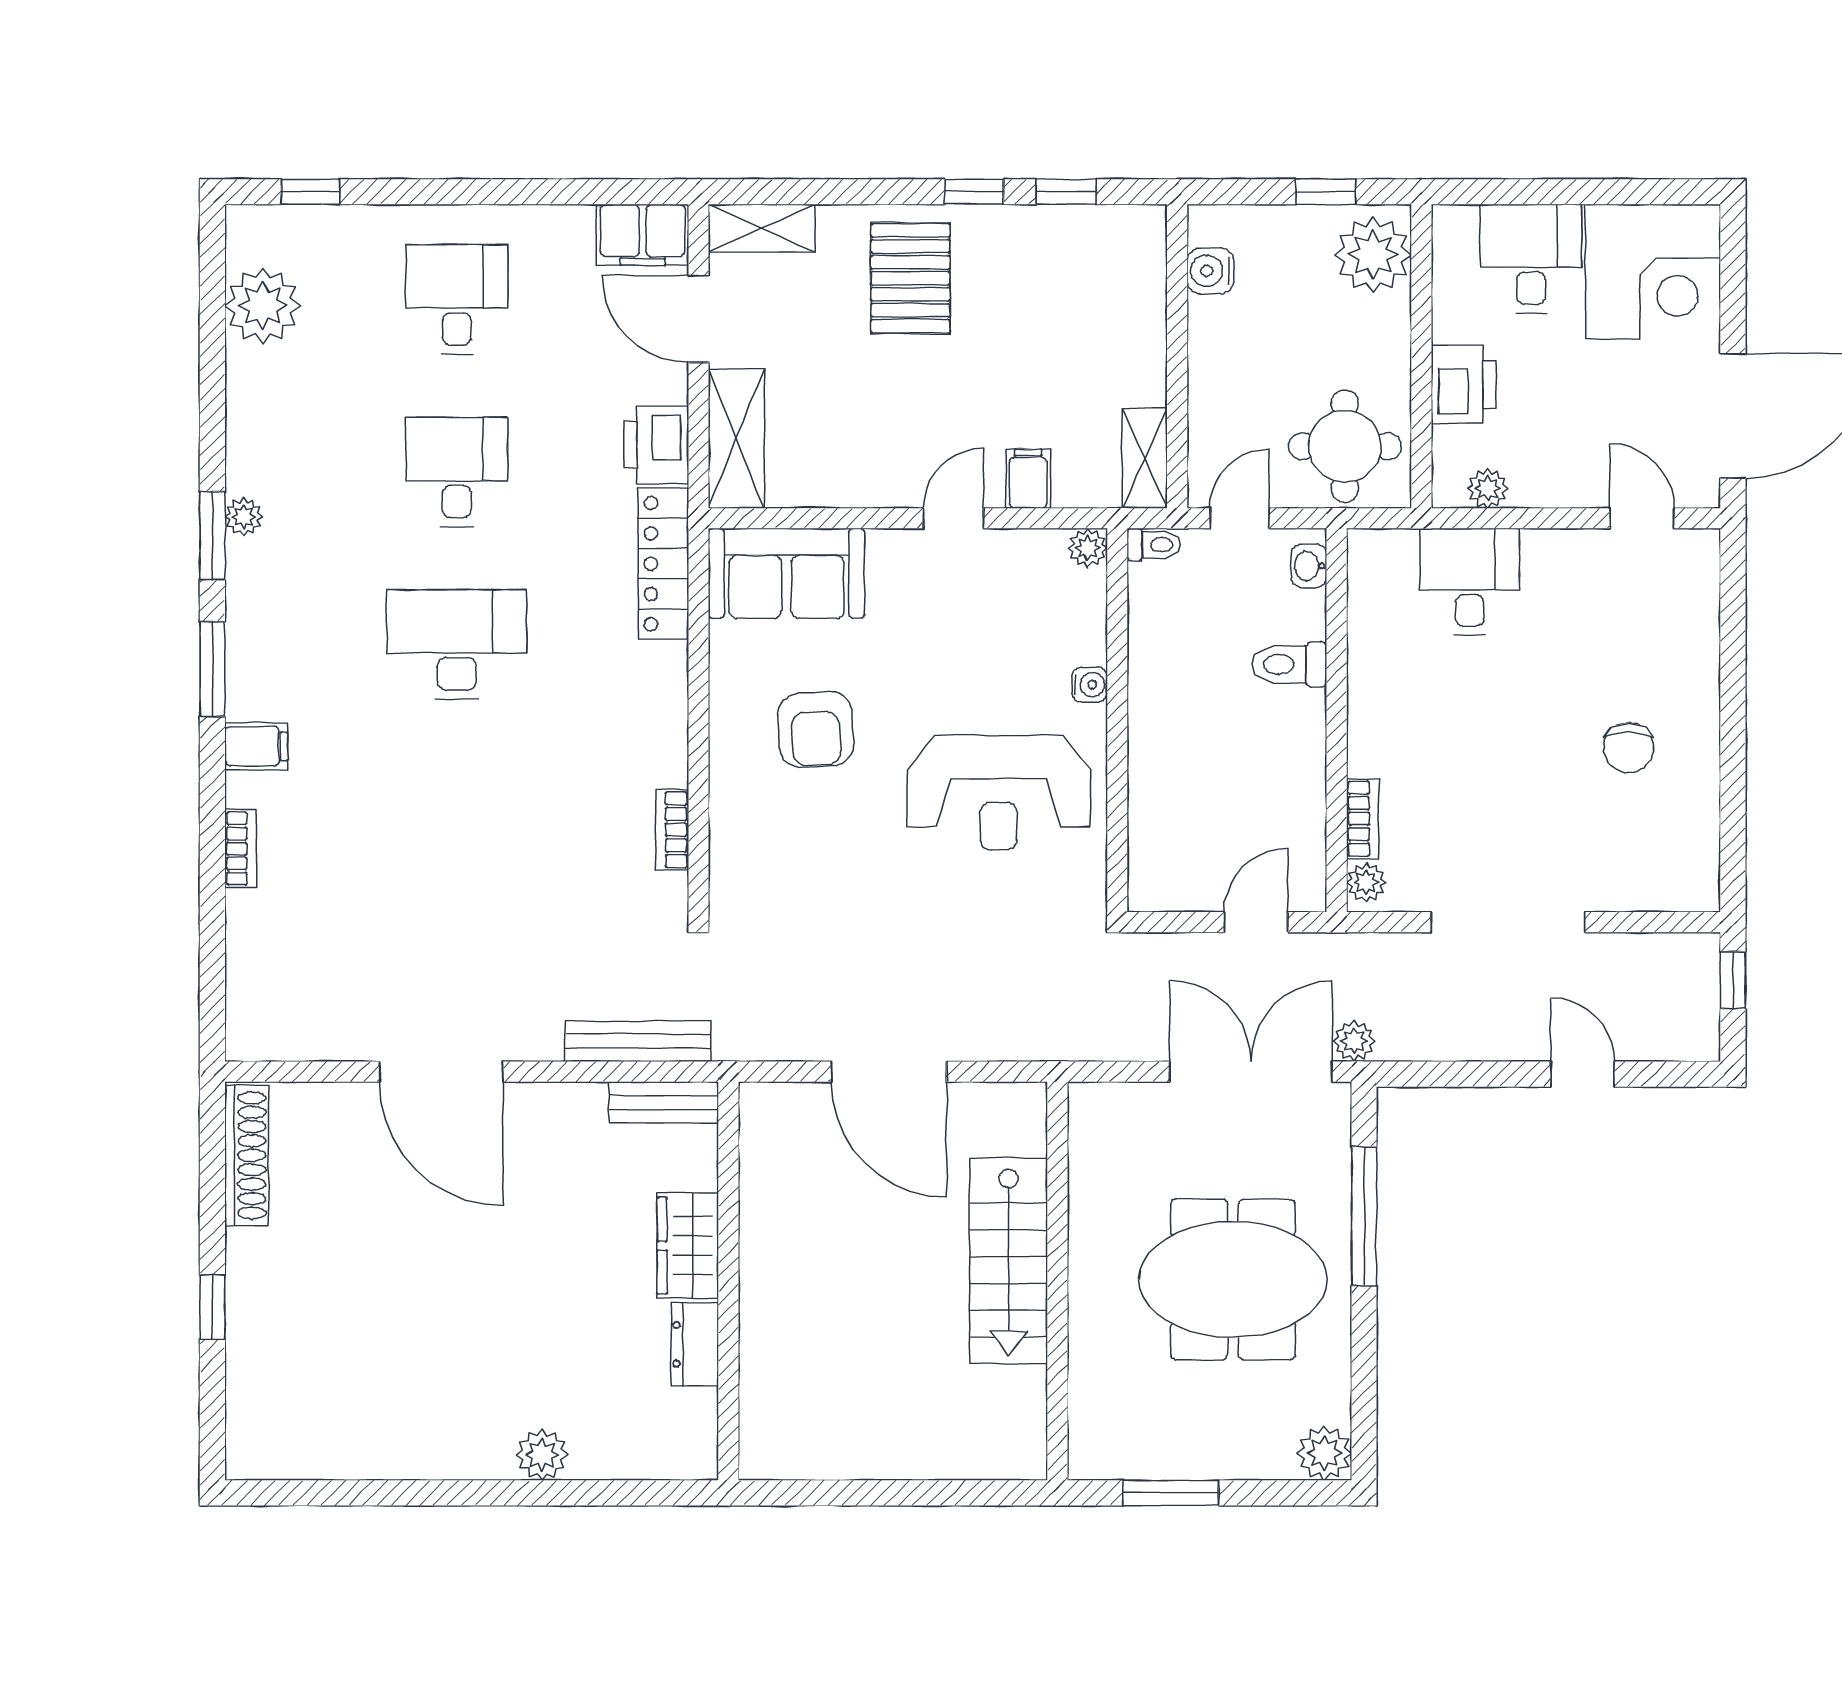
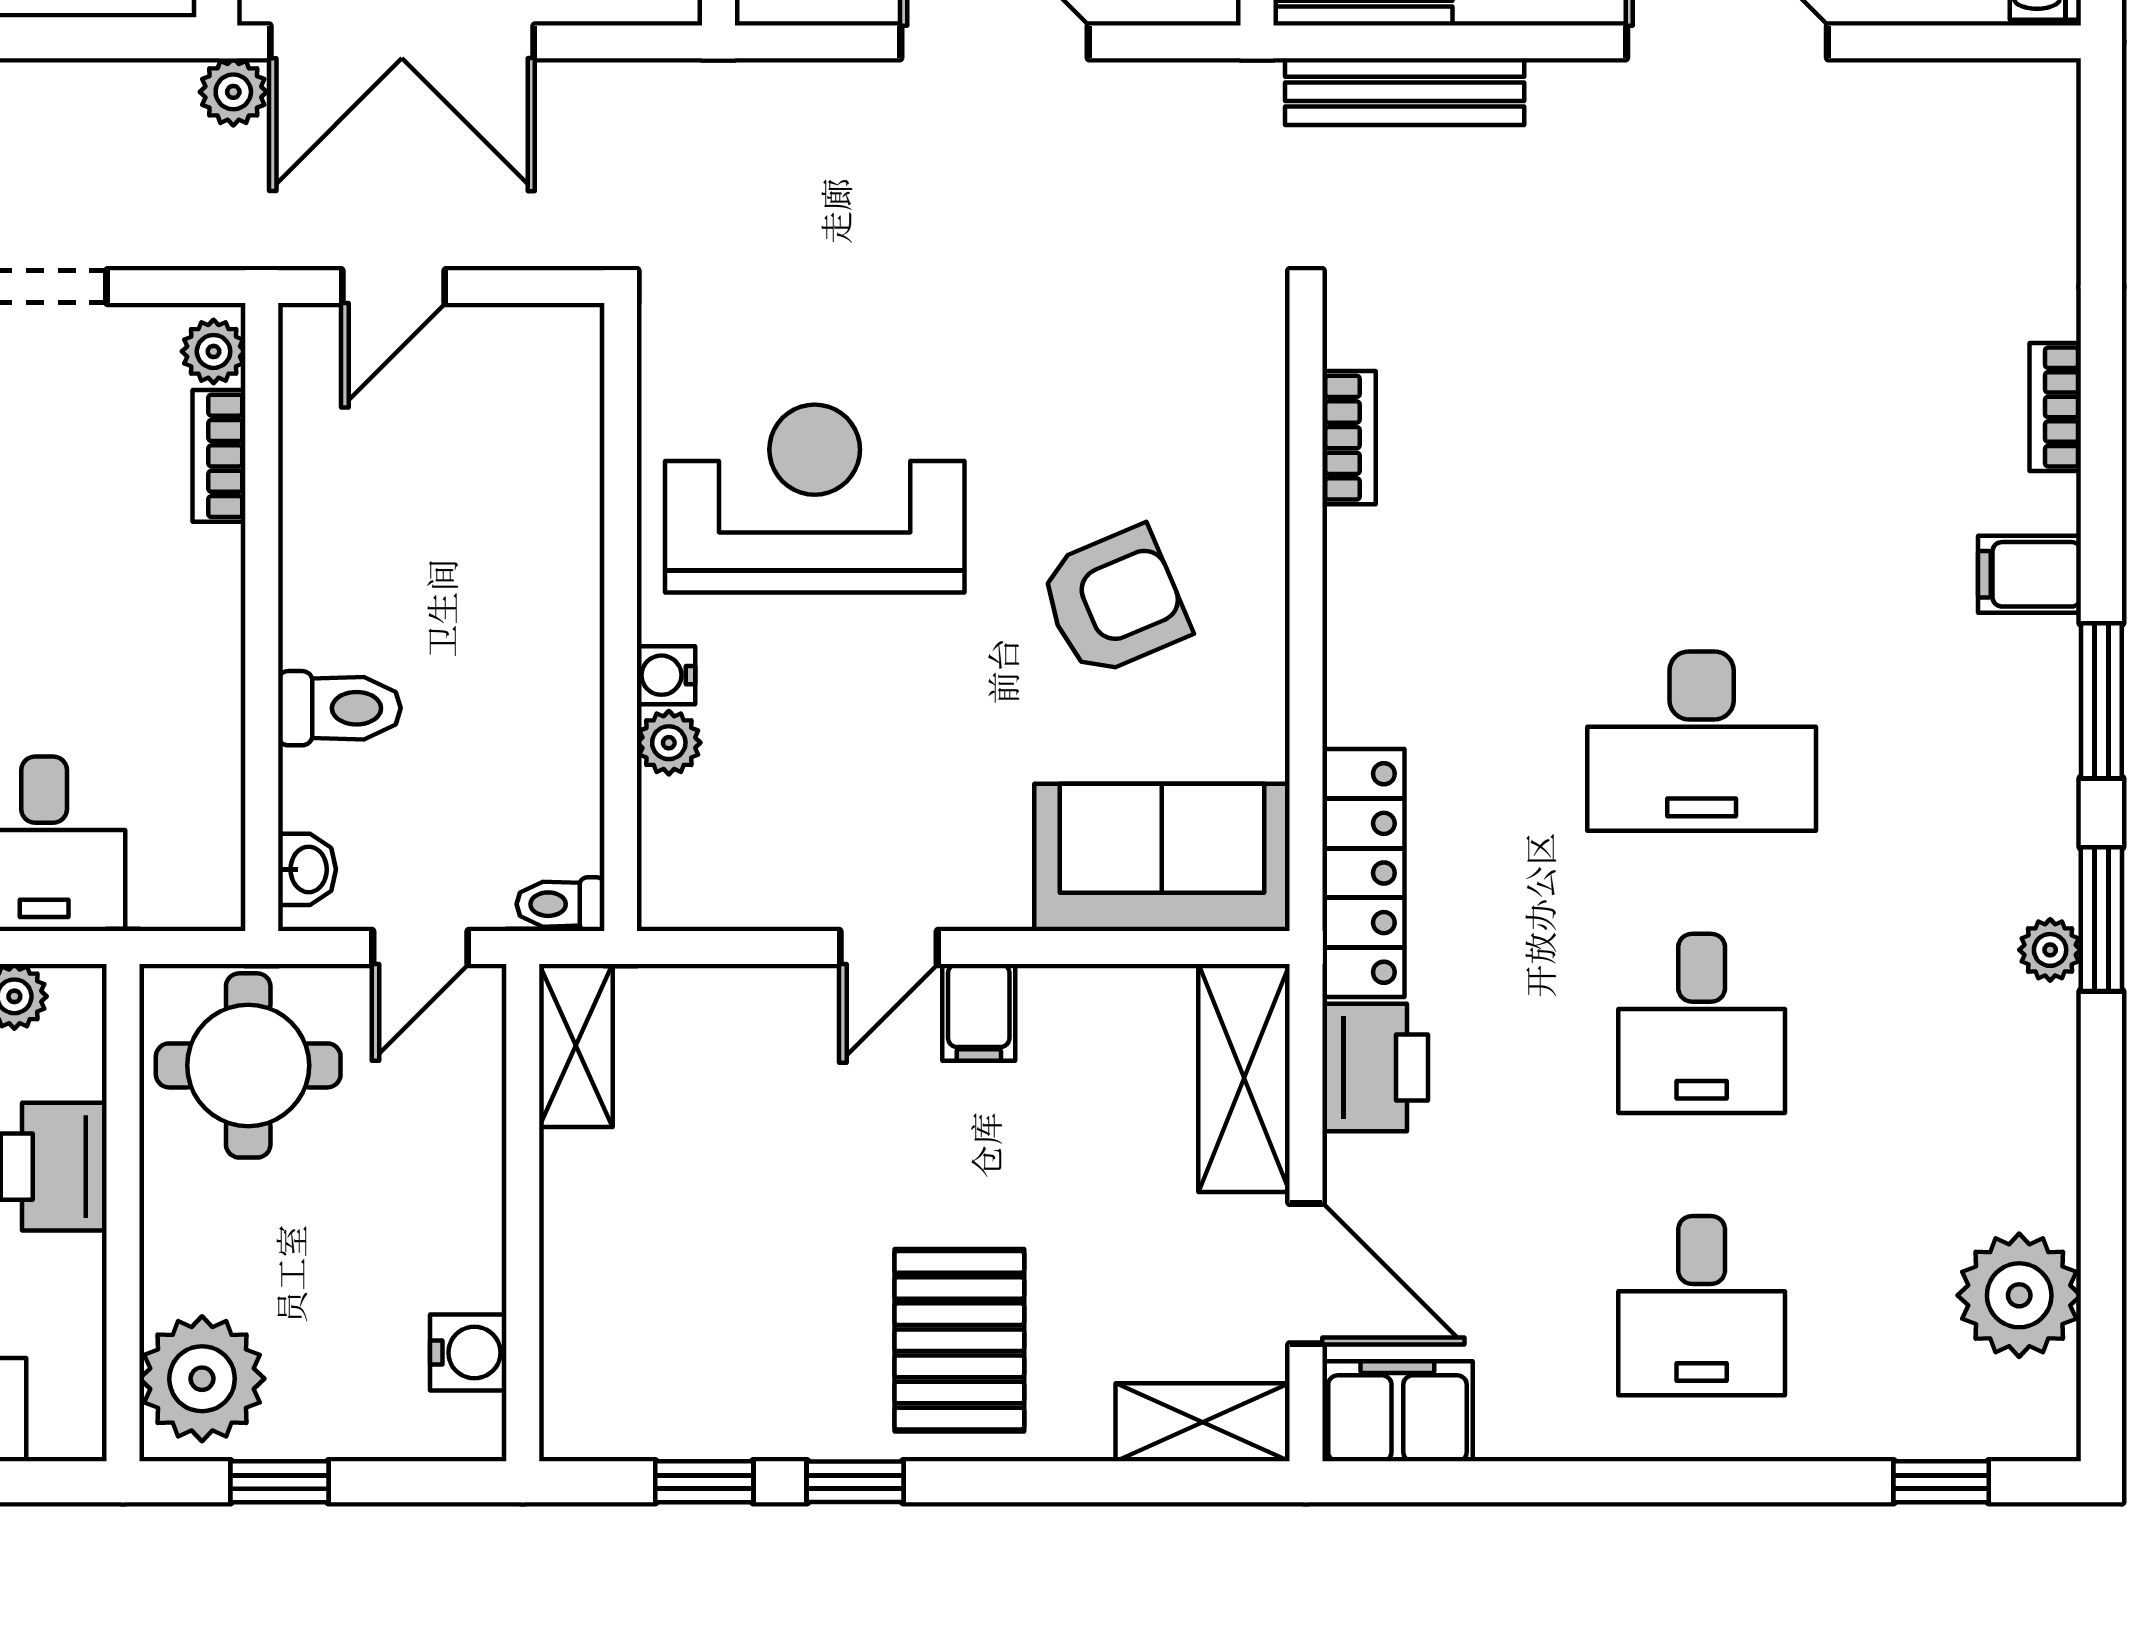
filing cabinet: (1028, 479) -> (979, 1012), moved
plant: (1088, 548) -> (669, 743), moved
armchair: (816, 730) -> (1114, 602), turned 70

